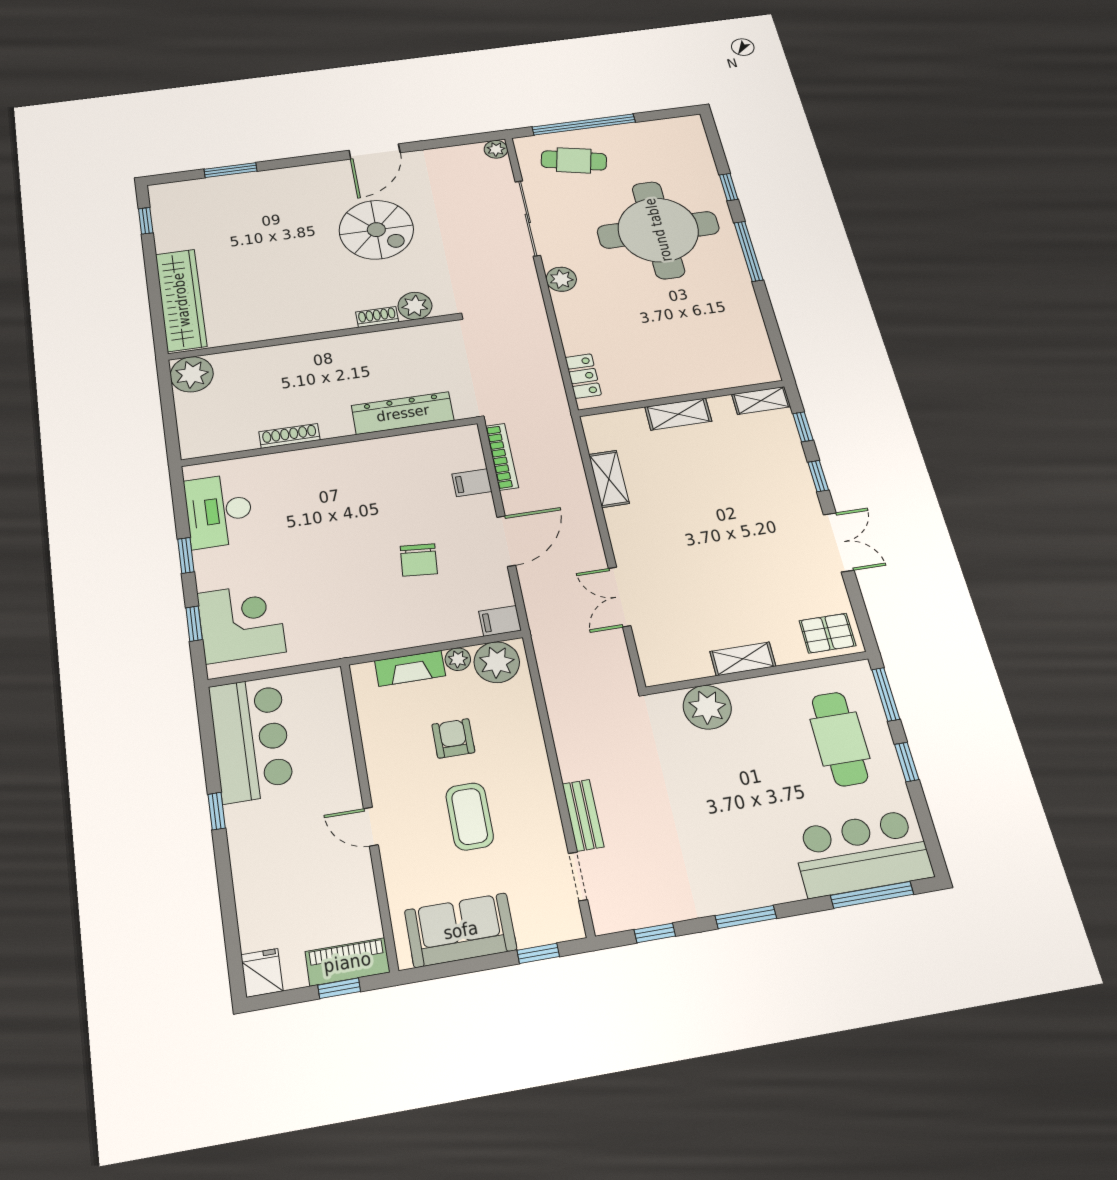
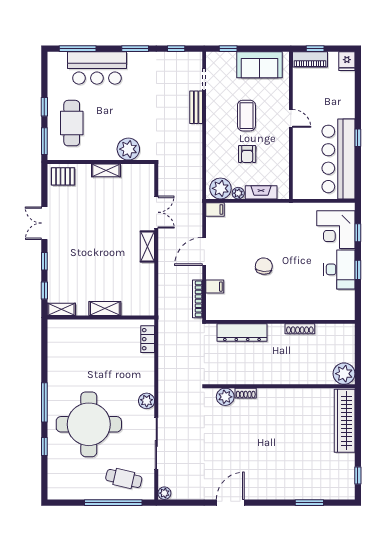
spiral stairs: (376, 230) -> (237, 449), removed
shelving: (609, 479) -> (147, 246), moved
desk: (219, 511) -> (339, 269), moved
chair: (419, 560) -> (264, 266), moved
bar counter: (251, 739) -> (338, 159), width x1.36
bar counter: (862, 853) -> (97, 68), moved

